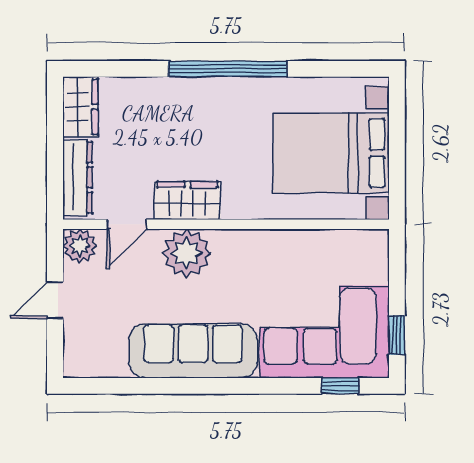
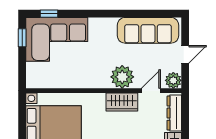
sofa: (193, 351) -> (148, 30), moved

